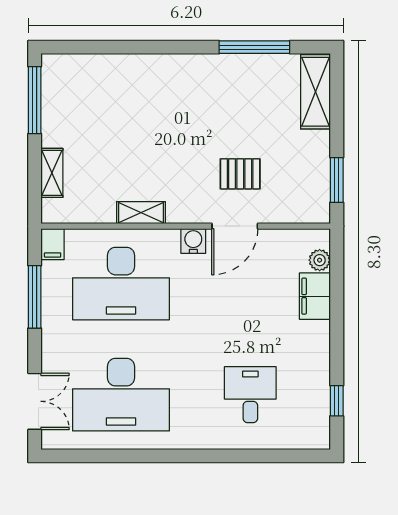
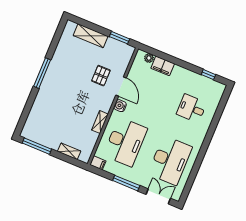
window: (254, 47) -> (42, 73), moved
shelving: (315, 92) -> (91, 36), moved
window: (35, 297) -> (126, 183), moved

